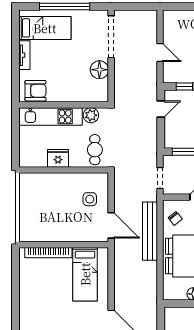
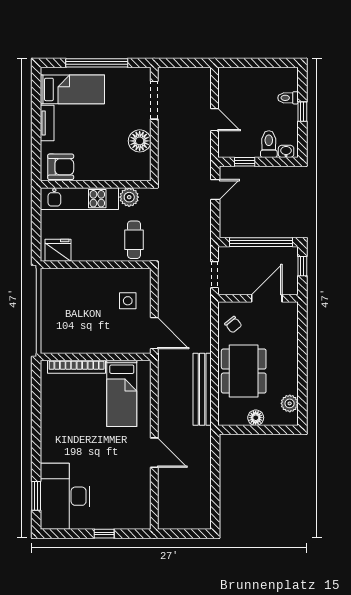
doorway: (111, 37) -> (154, 100), width x0.73
fridge: (58, 158) -> (58, 250), moved
bench: (150, 231) -> (202, 389), moved

